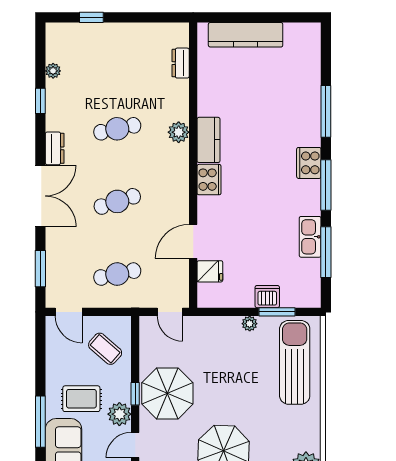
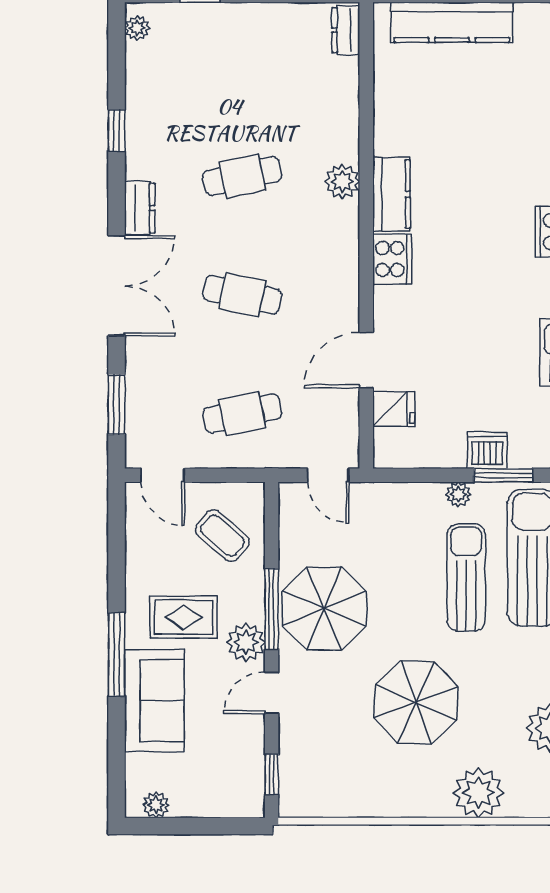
dresser: (181, 63) -> (346, 30), moved
plant: (53, 71) -> (137, 28), moved
cafe table: (117, 201) -> (242, 295), turned 30
sun lounger: (254, 374) -> (466, 577), added
window: (135, 394) -> (272, 609), width x2.17

